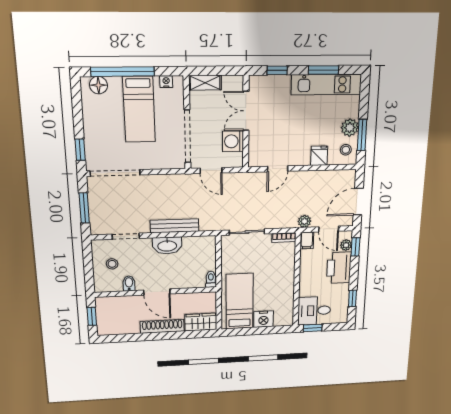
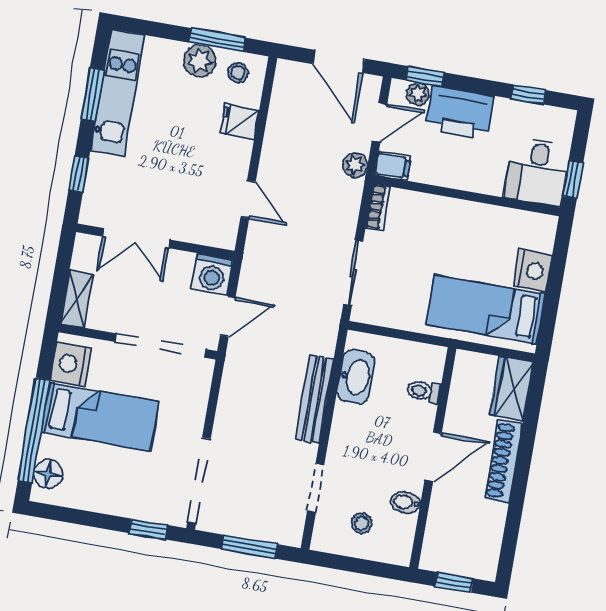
nightstand: (166, 82) -> (71, 364), width x1.89, depth x1.79
washing machine: (233, 141) -> (212, 274), moved
washbasin: (167, 245) -> (356, 377), moved
toilet: (211, 279) -> (424, 391), moved

